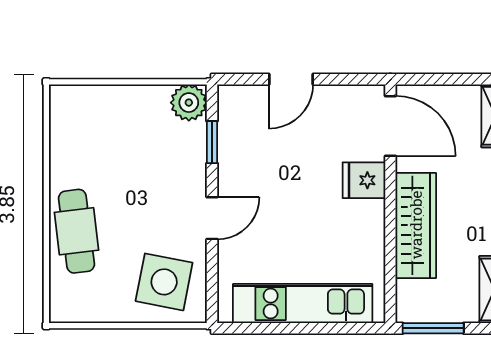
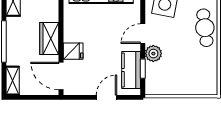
plant: (189, 103) -> (153, 54), moved
kitchen counter: (237, 139) -> (131, 70), added
wardrobe: (416, 225) -> (49, 38), width x0.67

